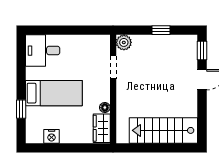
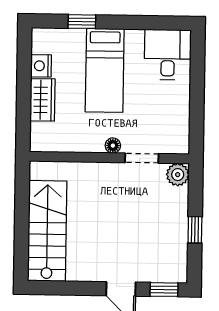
floor lamp: (105, 107) -> (113, 146), moved
wardrobe: (102, 128) -> (43, 100), moved, turned 90

